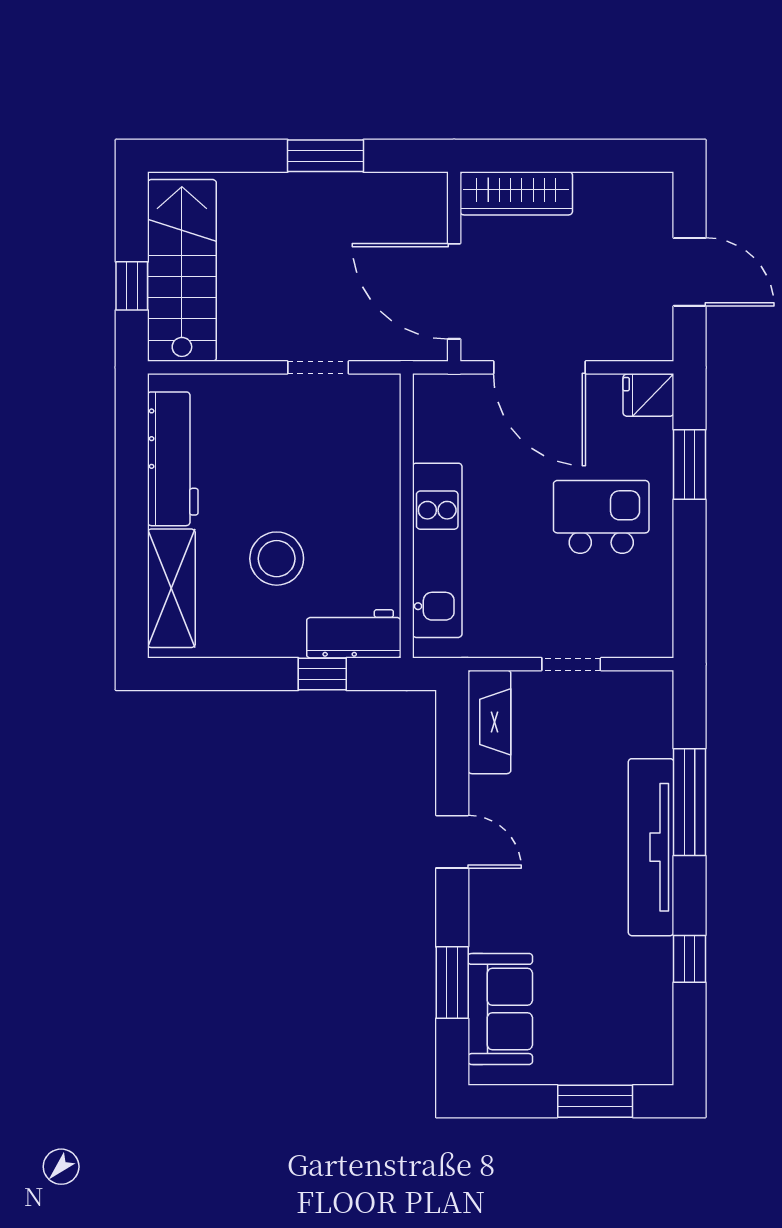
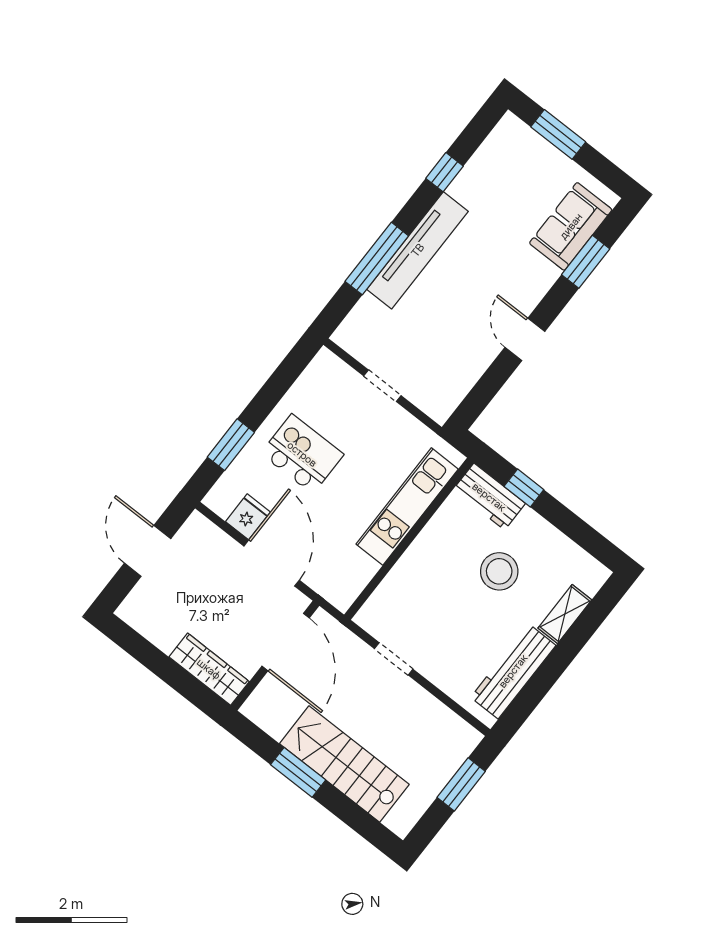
stairs: (182, 270) -> (344, 764), moved, turned 90
window: (132, 286) -> (461, 784), width x1.50
fridge: (648, 395) -> (248, 517), moved, turned -90
kitchen island: (601, 517) -> (302, 454), turned 180
shelving: (171, 588) -> (565, 614), width x0.67, depth x0.75
fireplace: (489, 722) -> (453, 389), removed

